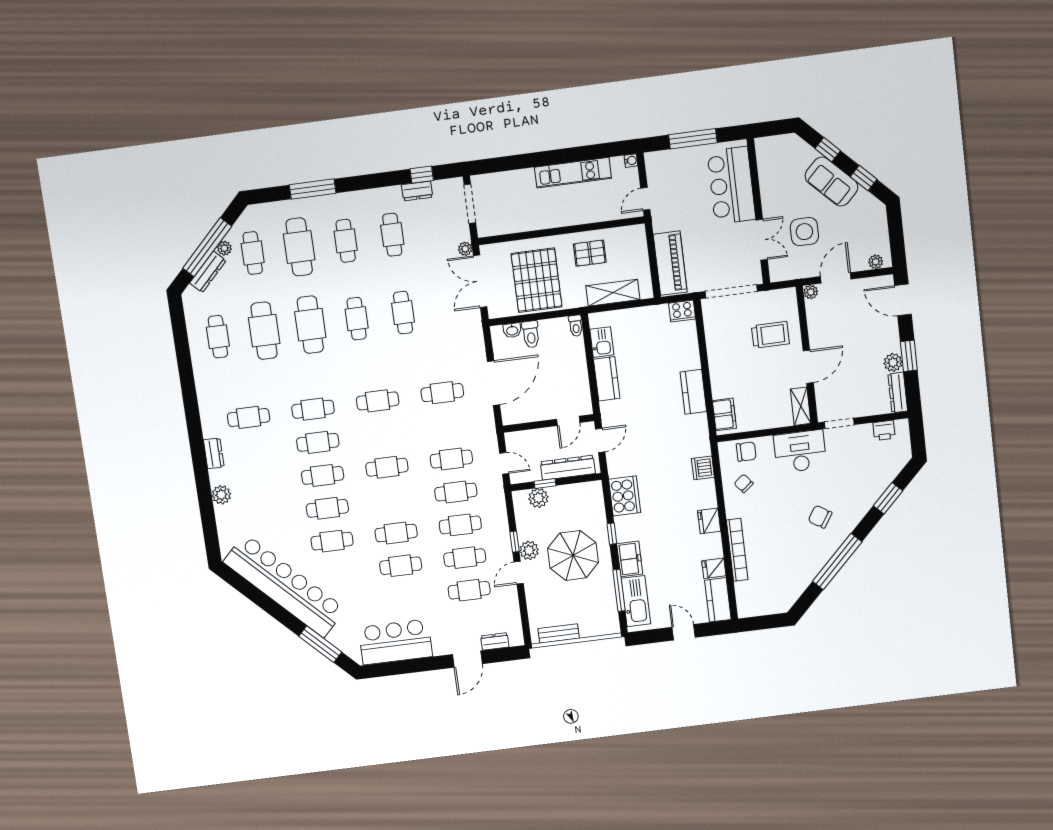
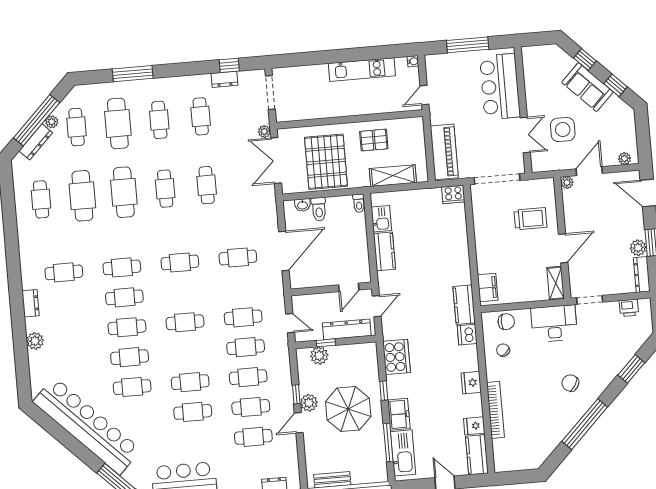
kitchen counter: (693, 392) -> (464, 305), moved

